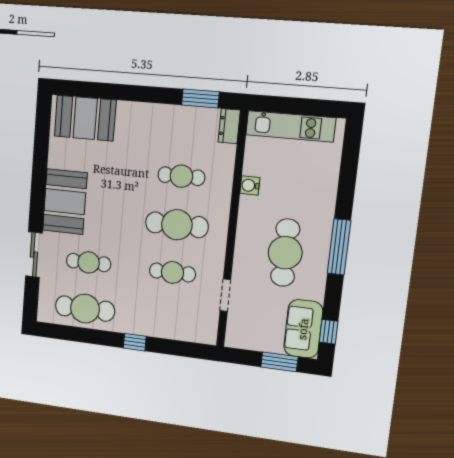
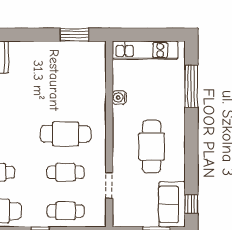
dresser: (229, 126) -> (99, 54), removed
cafe table: (181, 176) -> (65, 211), moved
window: (339, 247) -> (191, 86), moved

